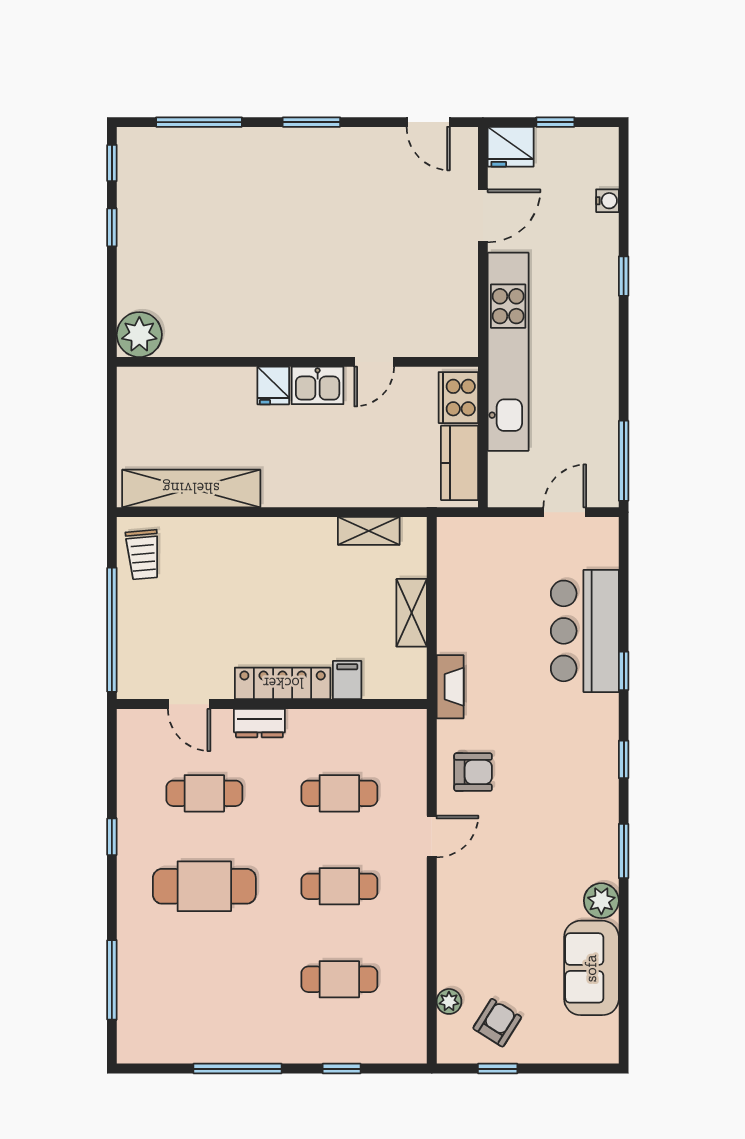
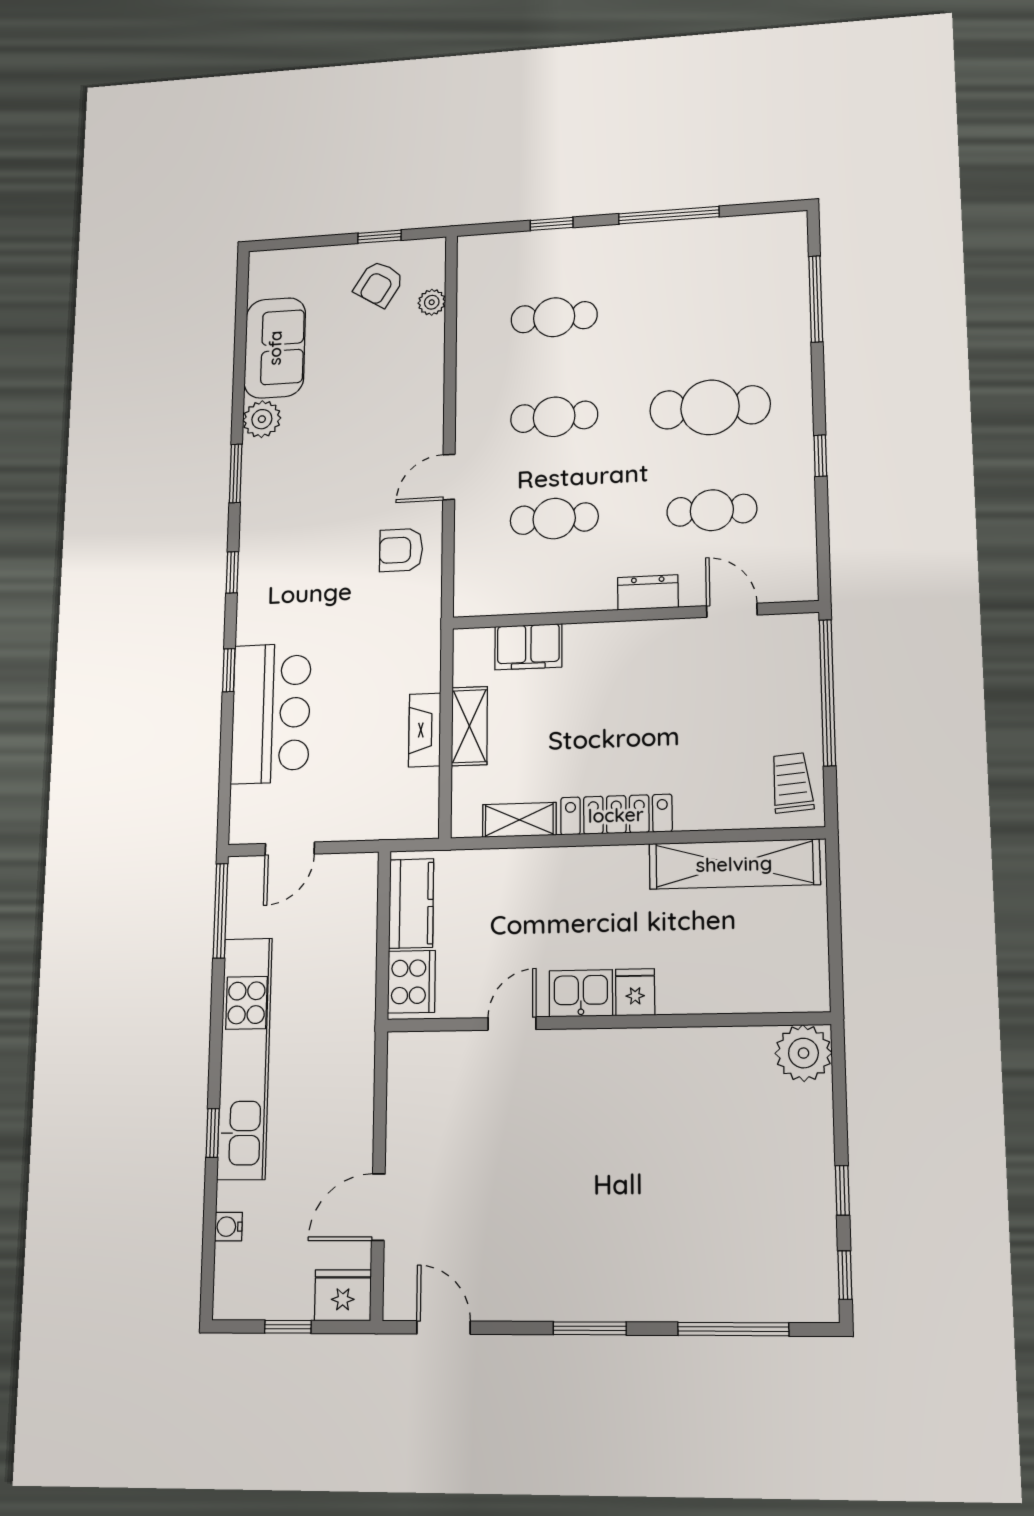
kitchen unit: (508, 352) -> (245, 1058), moved, turned 180
filing cabinet: (347, 680) -> (528, 647), width x2.00
locker: (283, 683) -> (616, 815), moved, turned 180
fireplace: (450, 687) -> (425, 730), moved

